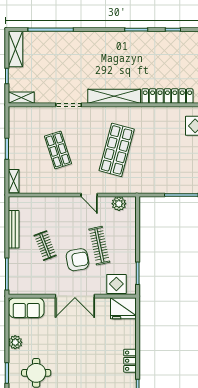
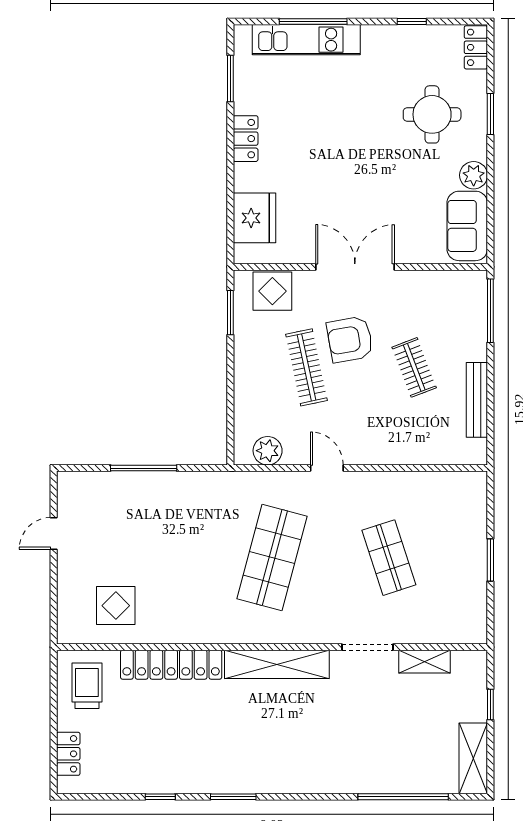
shelving: (21, 98) -> (424, 662), moved
shelving: (14, 181) -> (477, 495), removed
sofa: (26, 308) -> (467, 226), moved, turned -90
fridge: (123, 308) -> (254, 218), moved, turned 90

